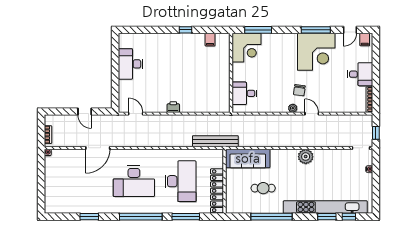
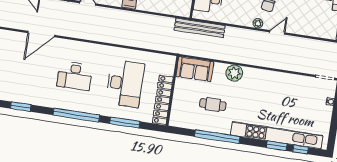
door: (312, 114) -> (277, 32), hinge flipped
bench: (215, 141) -> (200, 28), moved
plant: (306, 157) -> (234, 73), moved
sofa: (248, 158) -> (195, 69), width x0.73
desk: (134, 181) -> (75, 76), width x0.73, depth x0.77

